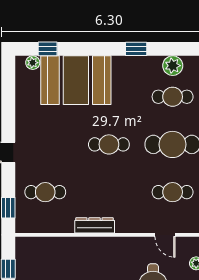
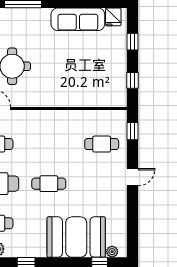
dresser: (95, 225) -> (61, 116), removed

